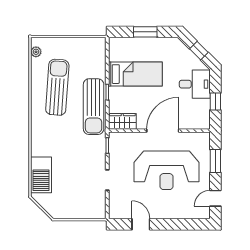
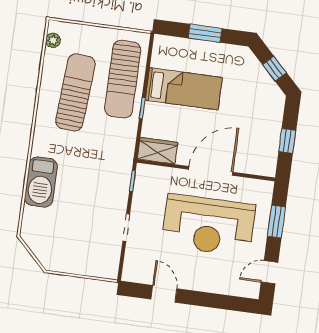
desk: (195, 84) -> (263, 113), removed
sun lounger: (94, 107) -> (123, 79), moved
barbecue: (41, 175) -> (41, 182), moved

